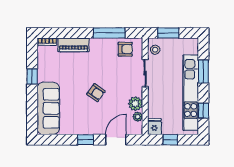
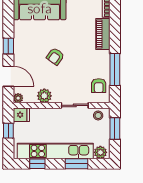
plant: (192, 47) -> (100, 152), added
plant: (138, 117) -> (18, 98), moved

